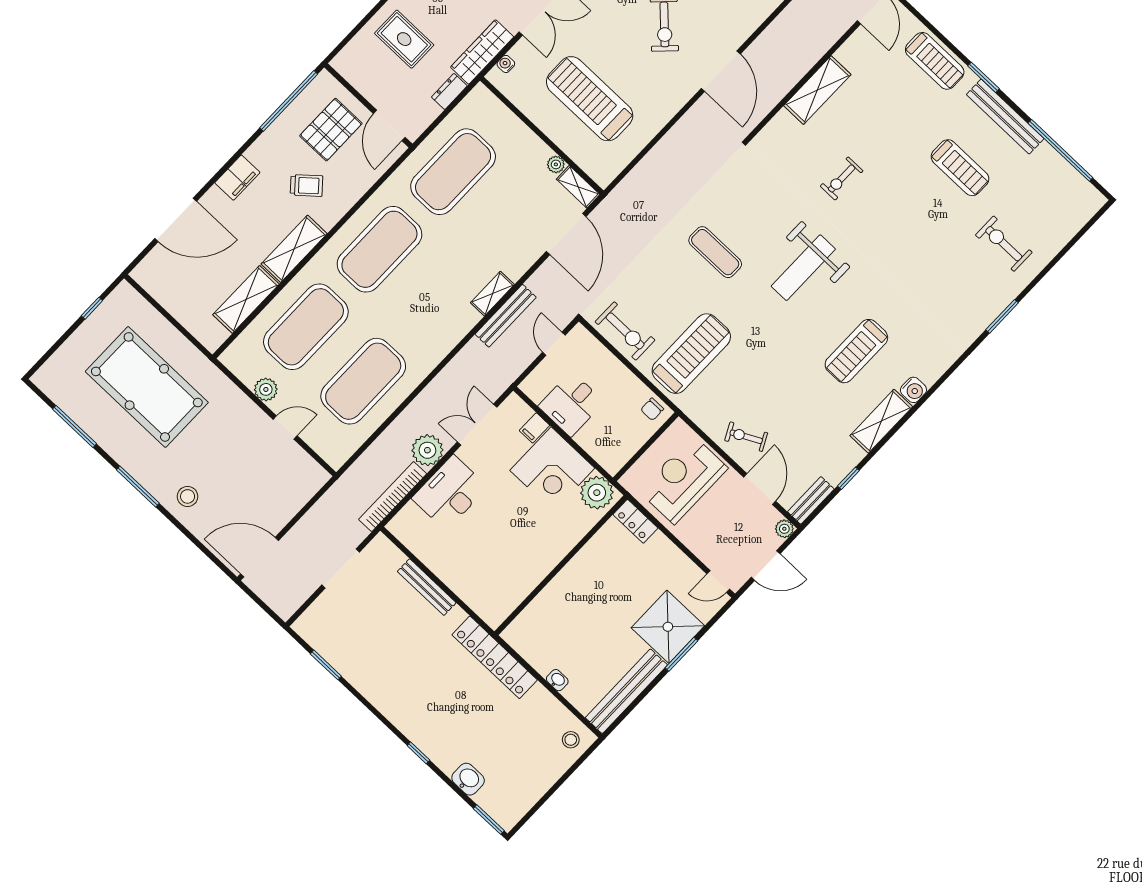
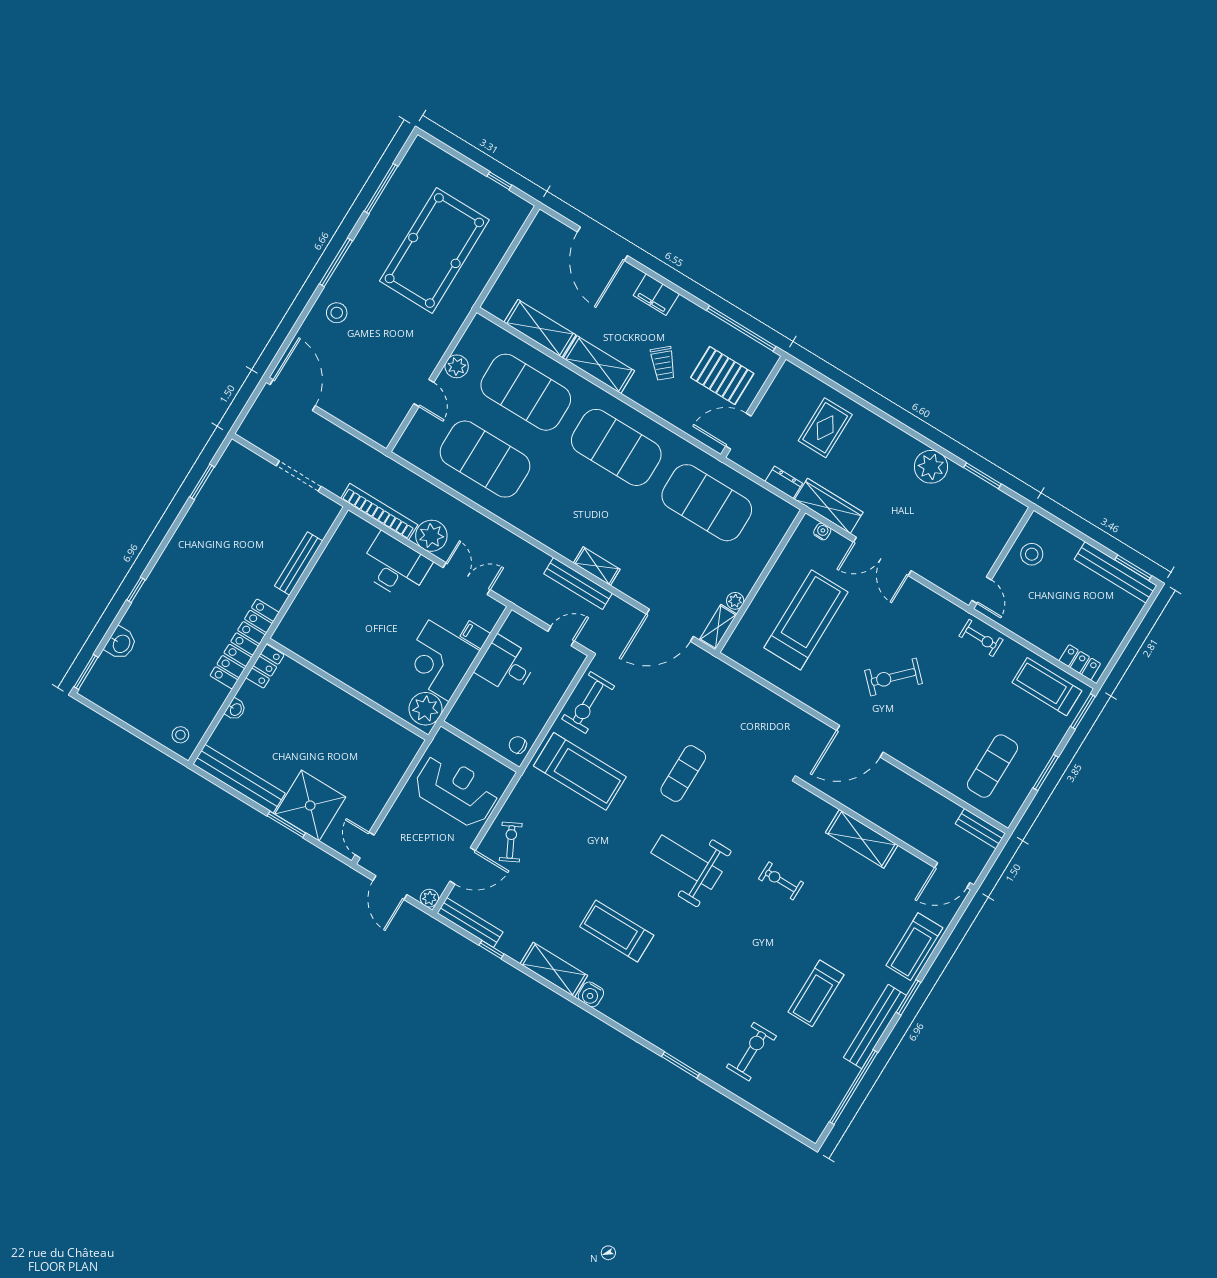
bench: (811, 500) -> (470, 923), width x1.36
locker: (635, 521) -> (265, 666), moved, turned 180

